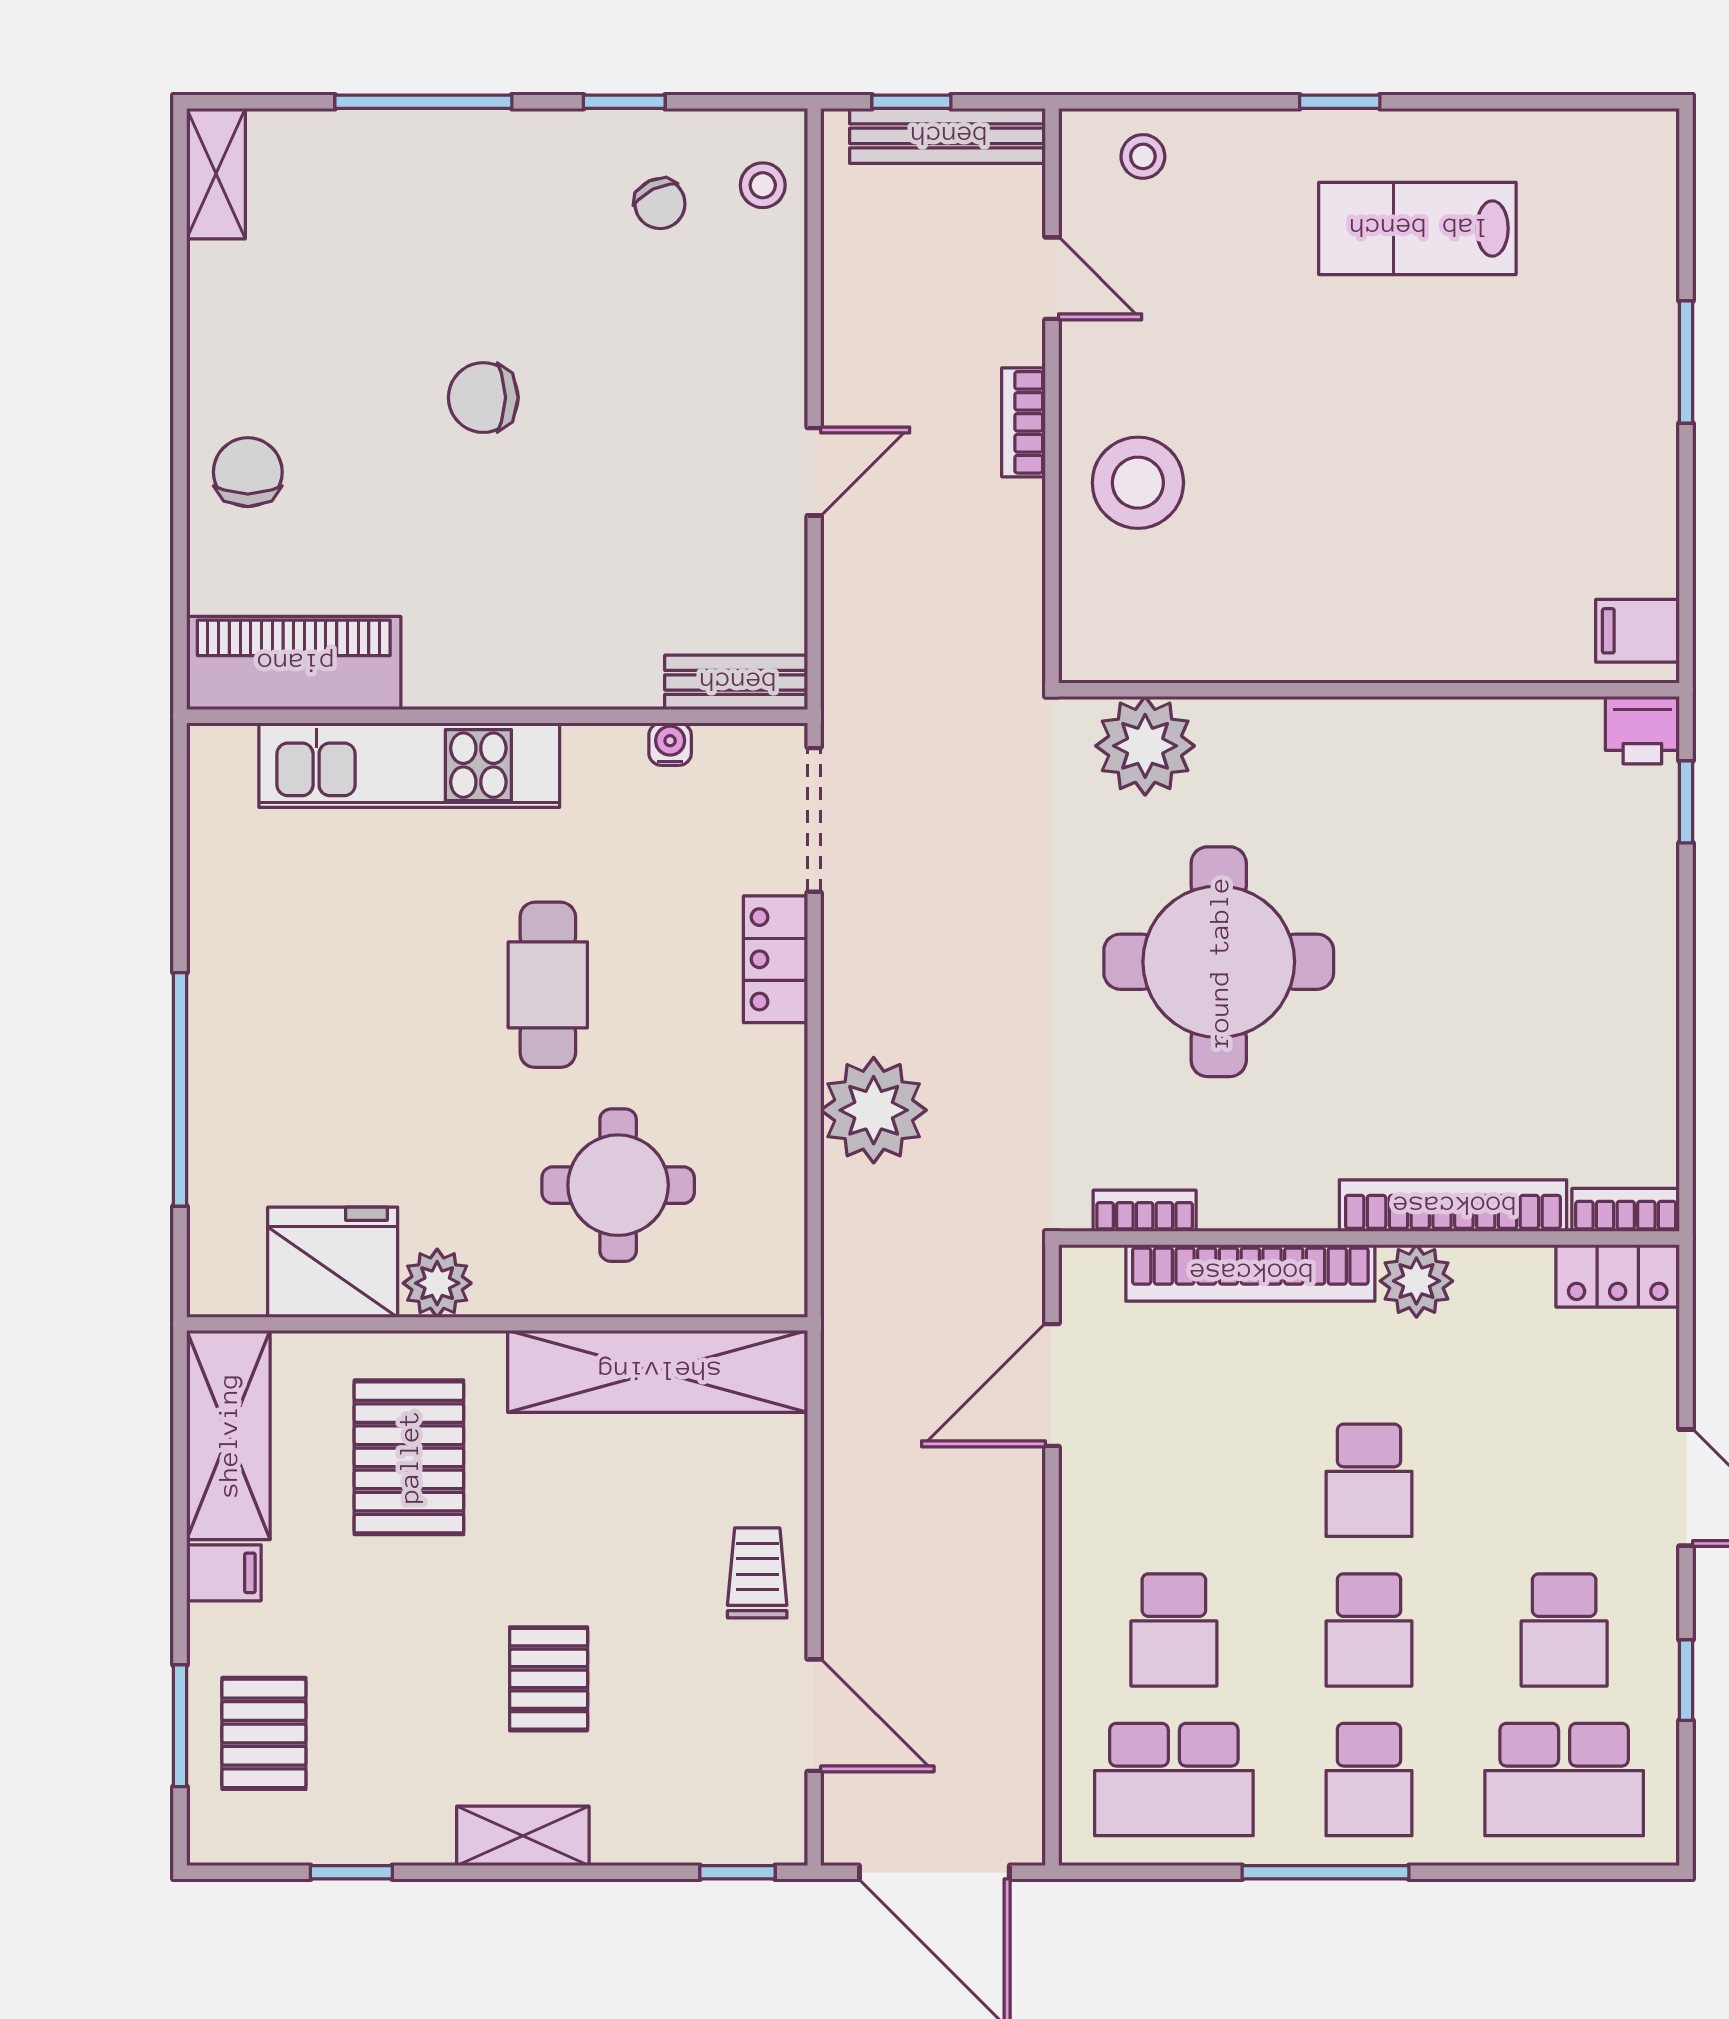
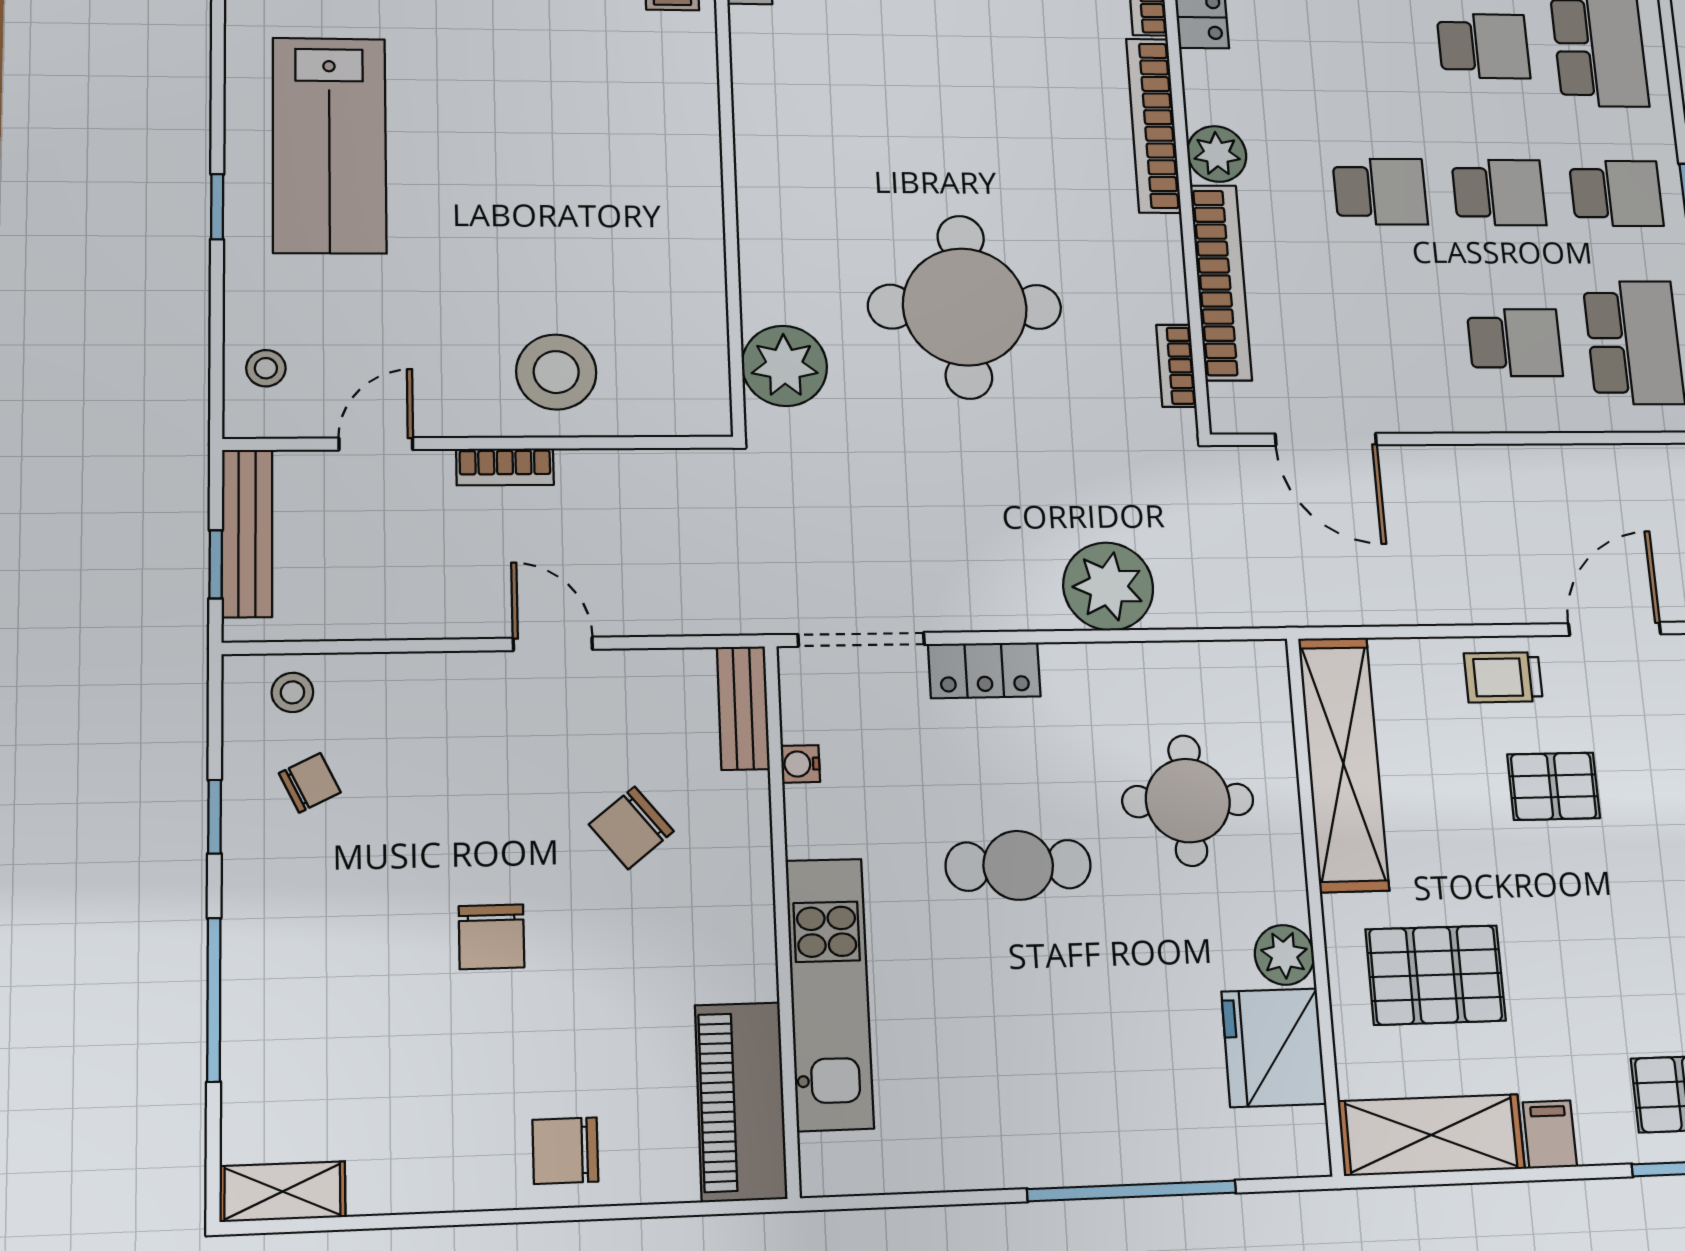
lab bench: (1417, 228) -> (329, 145), width x1.36, depth x1.39
chair: (601, 553) -> (631, 828), added
pallet: (549, 1679) -> (1554, 786), moved

